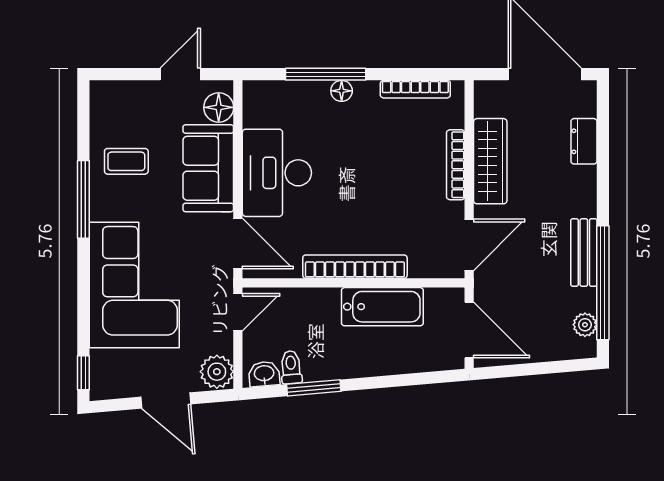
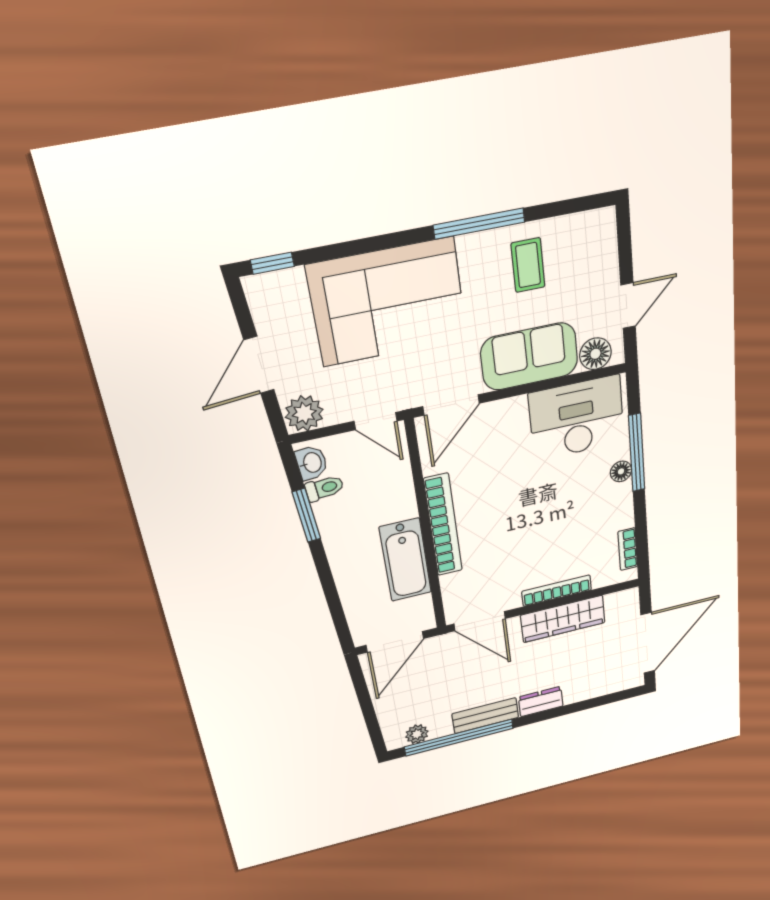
door: (180, 74) -> (628, 306), hinge flipped
bookcase: (415, 89) -> (628, 549), width x0.64
dresser: (584, 141) -> (541, 702), moved
desk: (277, 173) -> (577, 418), moved

